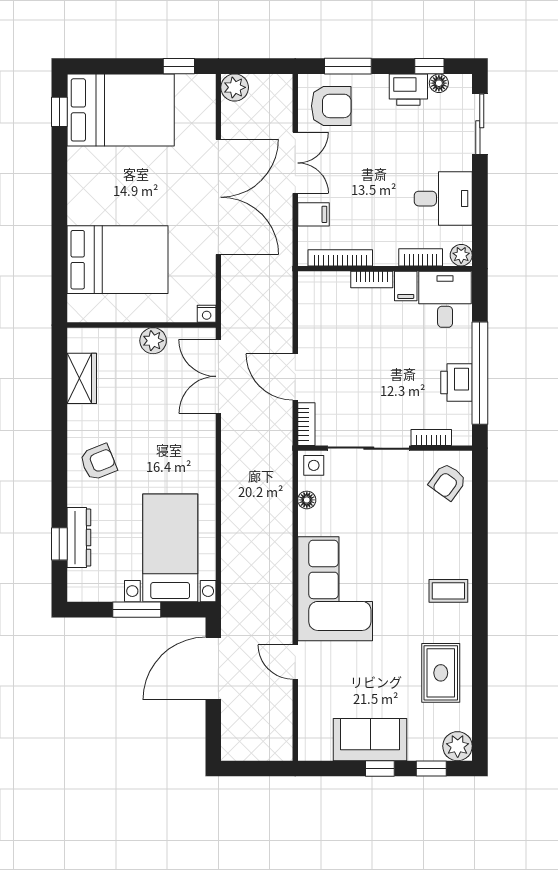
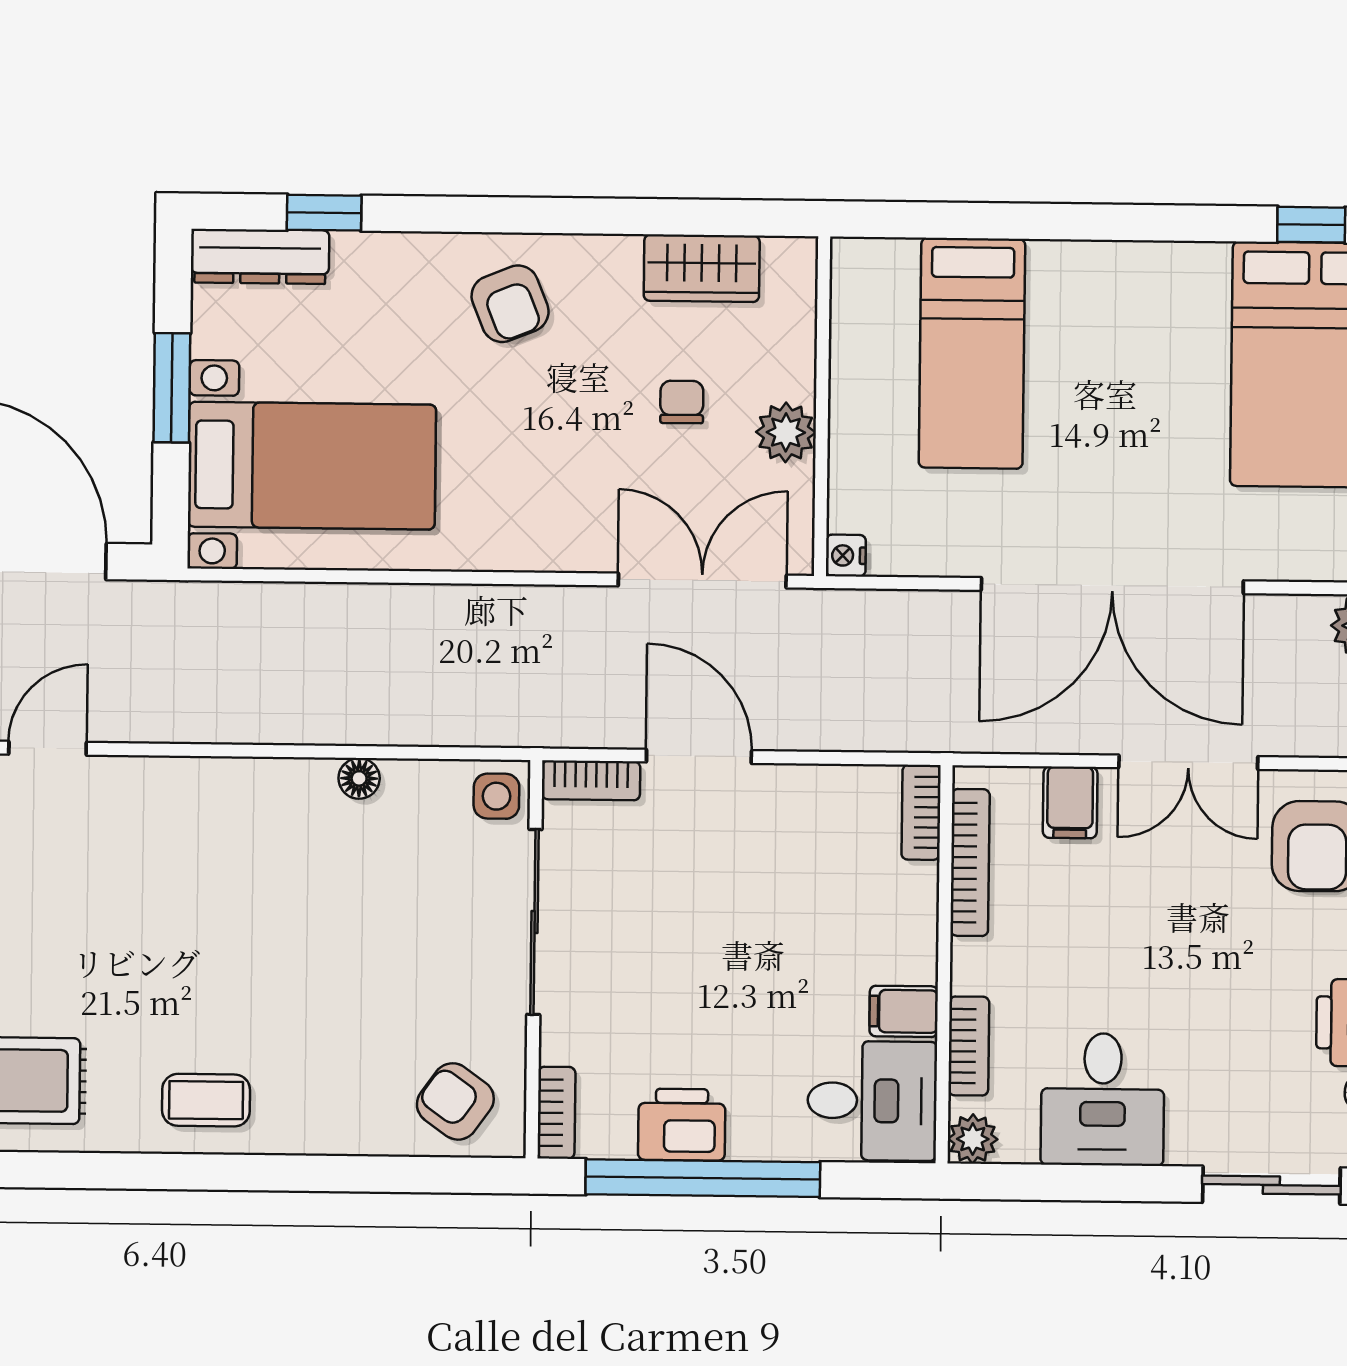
bed: (117, 260) -> (972, 353), width x0.67
bookcase: (372, 280) -> (921, 812), moved
door: (295, 377) -> (699, 756), hinge flipped
chair: (140, 386) -> (682, 402), added
bookcase: (431, 437) -> (556, 1113), moved
floor lamp: (307, 500) -> (359, 778), moved
dresser: (79, 538) -> (260, 256), moved
corner sofa: (335, 589) -> (214, 841), removed
coffee table: (448, 591) -> (206, 1100), turned 90

